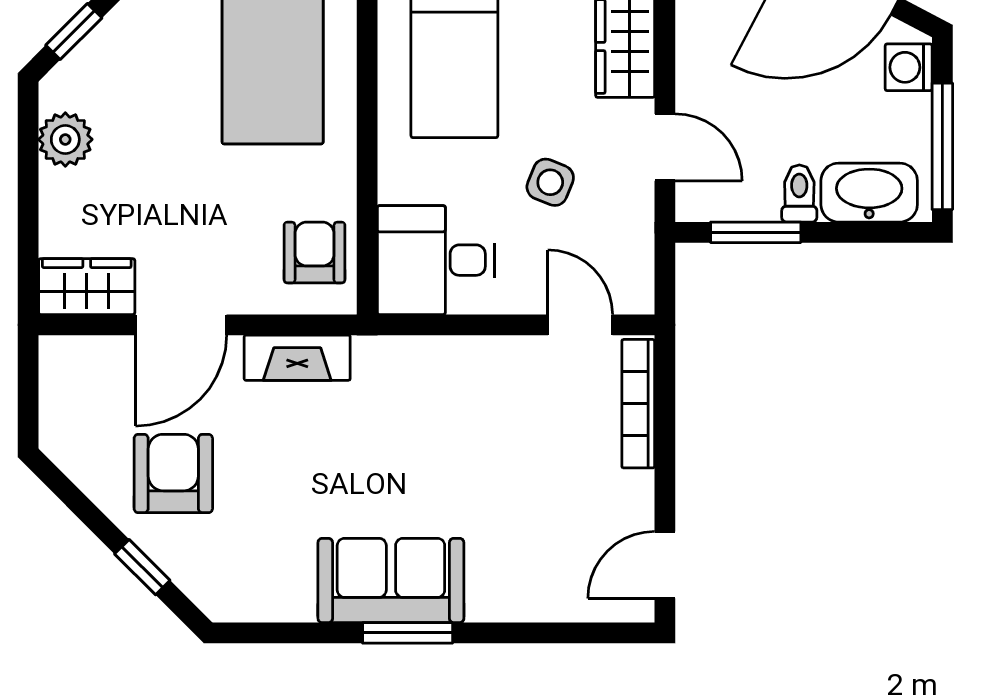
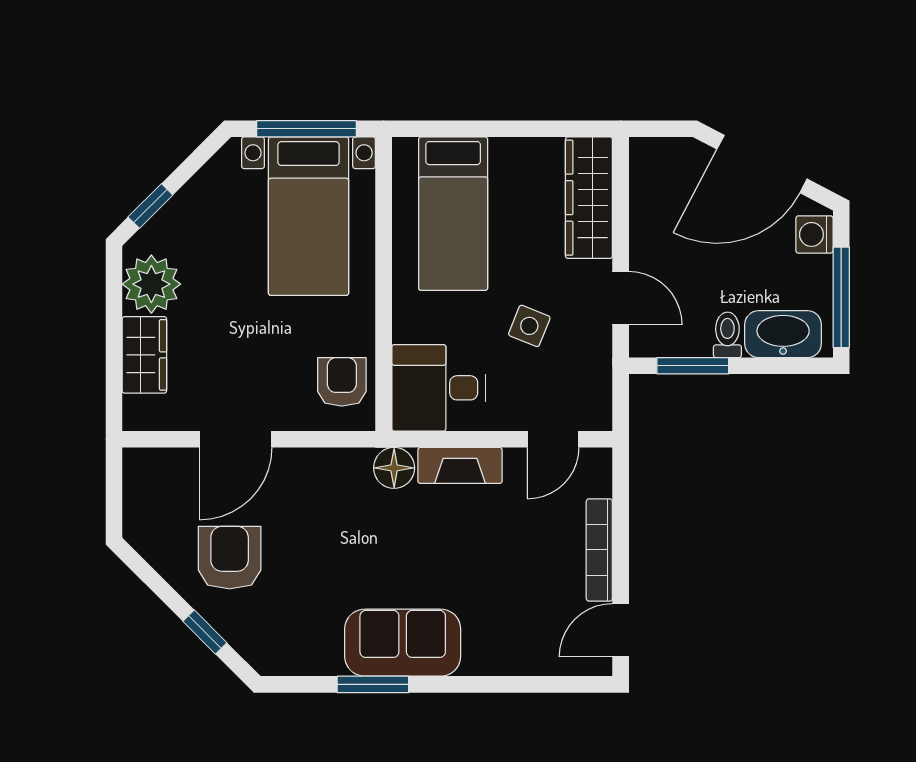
plant: (65, 139) -> (151, 284), width x1.36, depth x1.36
wardrobe: (87, 287) -> (144, 355), moved, turned 90
door: (580, 325) -> (553, 439), swing flipped
fireplace: (297, 358) -> (460, 465), moved
floor lamp: (380, 361) -> (394, 468), added
bookcase: (638, 404) -> (599, 550), moved
window: (408, 633) -> (373, 684), moved

